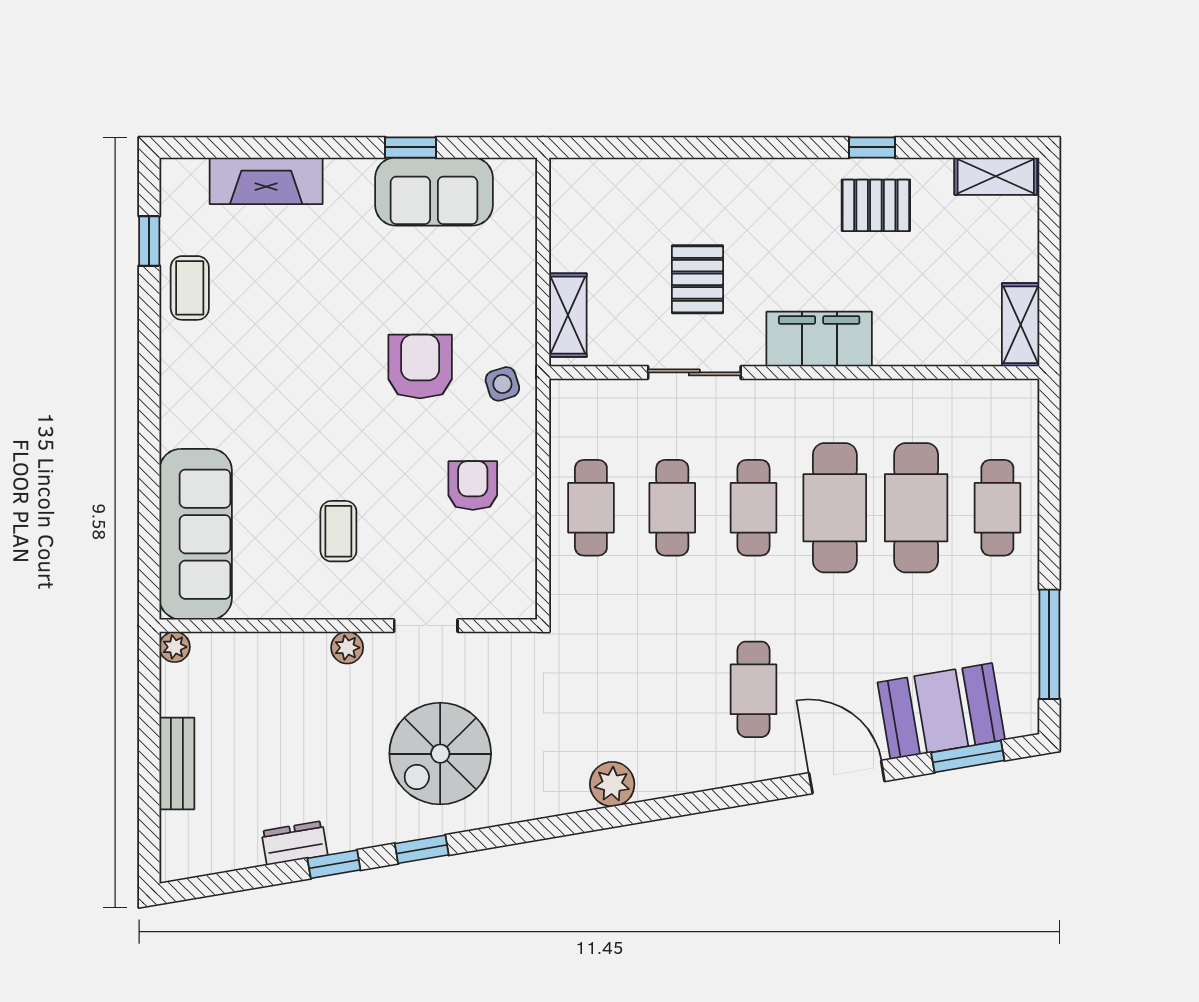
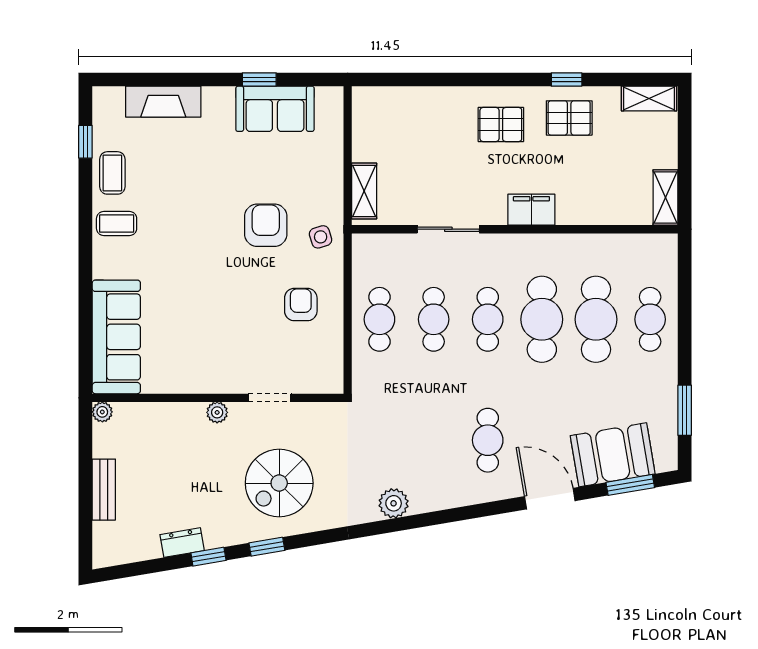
pallet: (697, 279) -> (501, 124), moved, turned 90
filing cabinet: (819, 339) -> (531, 210), width x0.67, depth x0.86
coffee table: (338, 531) -> (117, 223), moved, turned 90
window: (1049, 644) -> (685, 410), width x0.69

